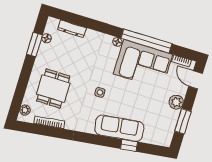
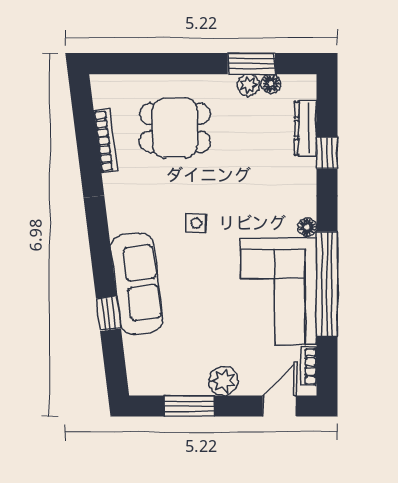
window: (86, 22) -> (327, 153), added
plant: (25, 110) -> (248, 85), moved

